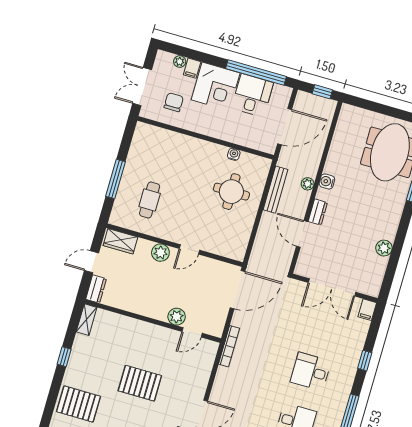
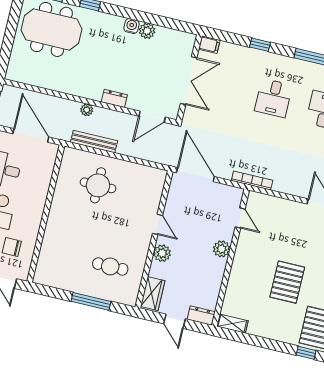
water cooler: (234, 154) -> (61, 185), removed
water cooler: (327, 181) -> (131, 26), moved, turned 180
door: (302, 234) -> (152, 117), moved
plant: (177, 317) -> (222, 249), moved
window: (64, 357) -> (306, 353), moved
pallet: (140, 383) -> (287, 282), moved

